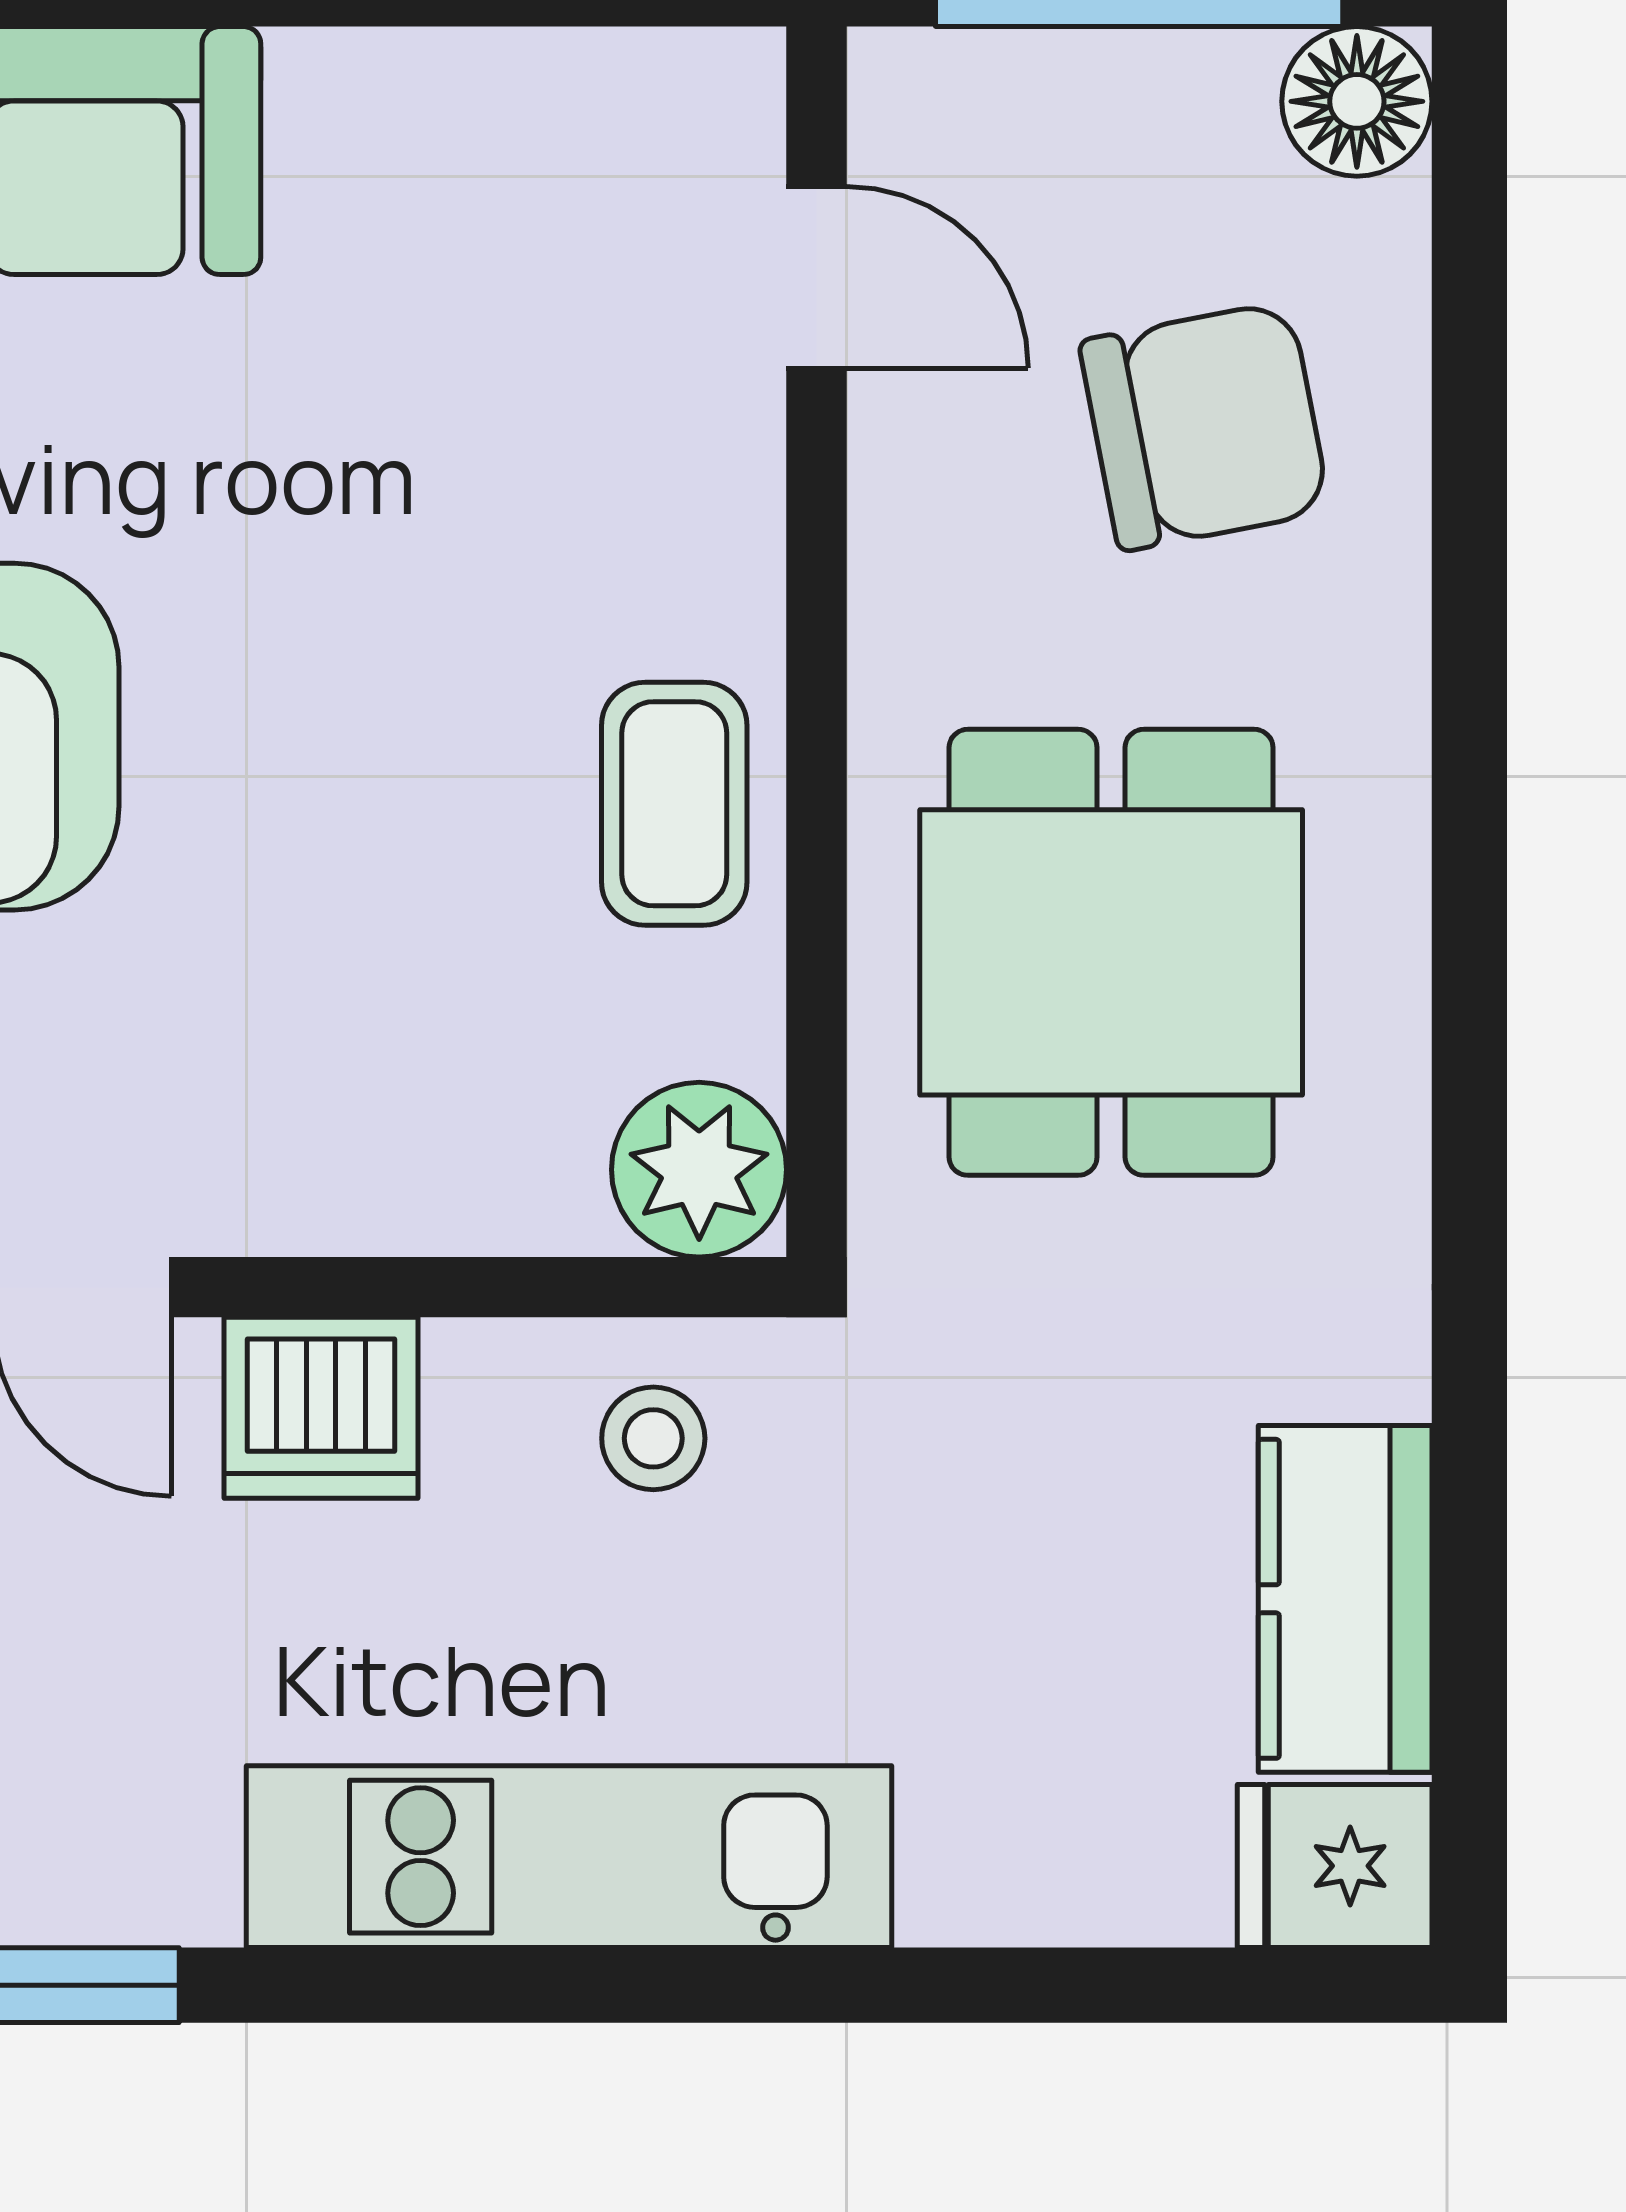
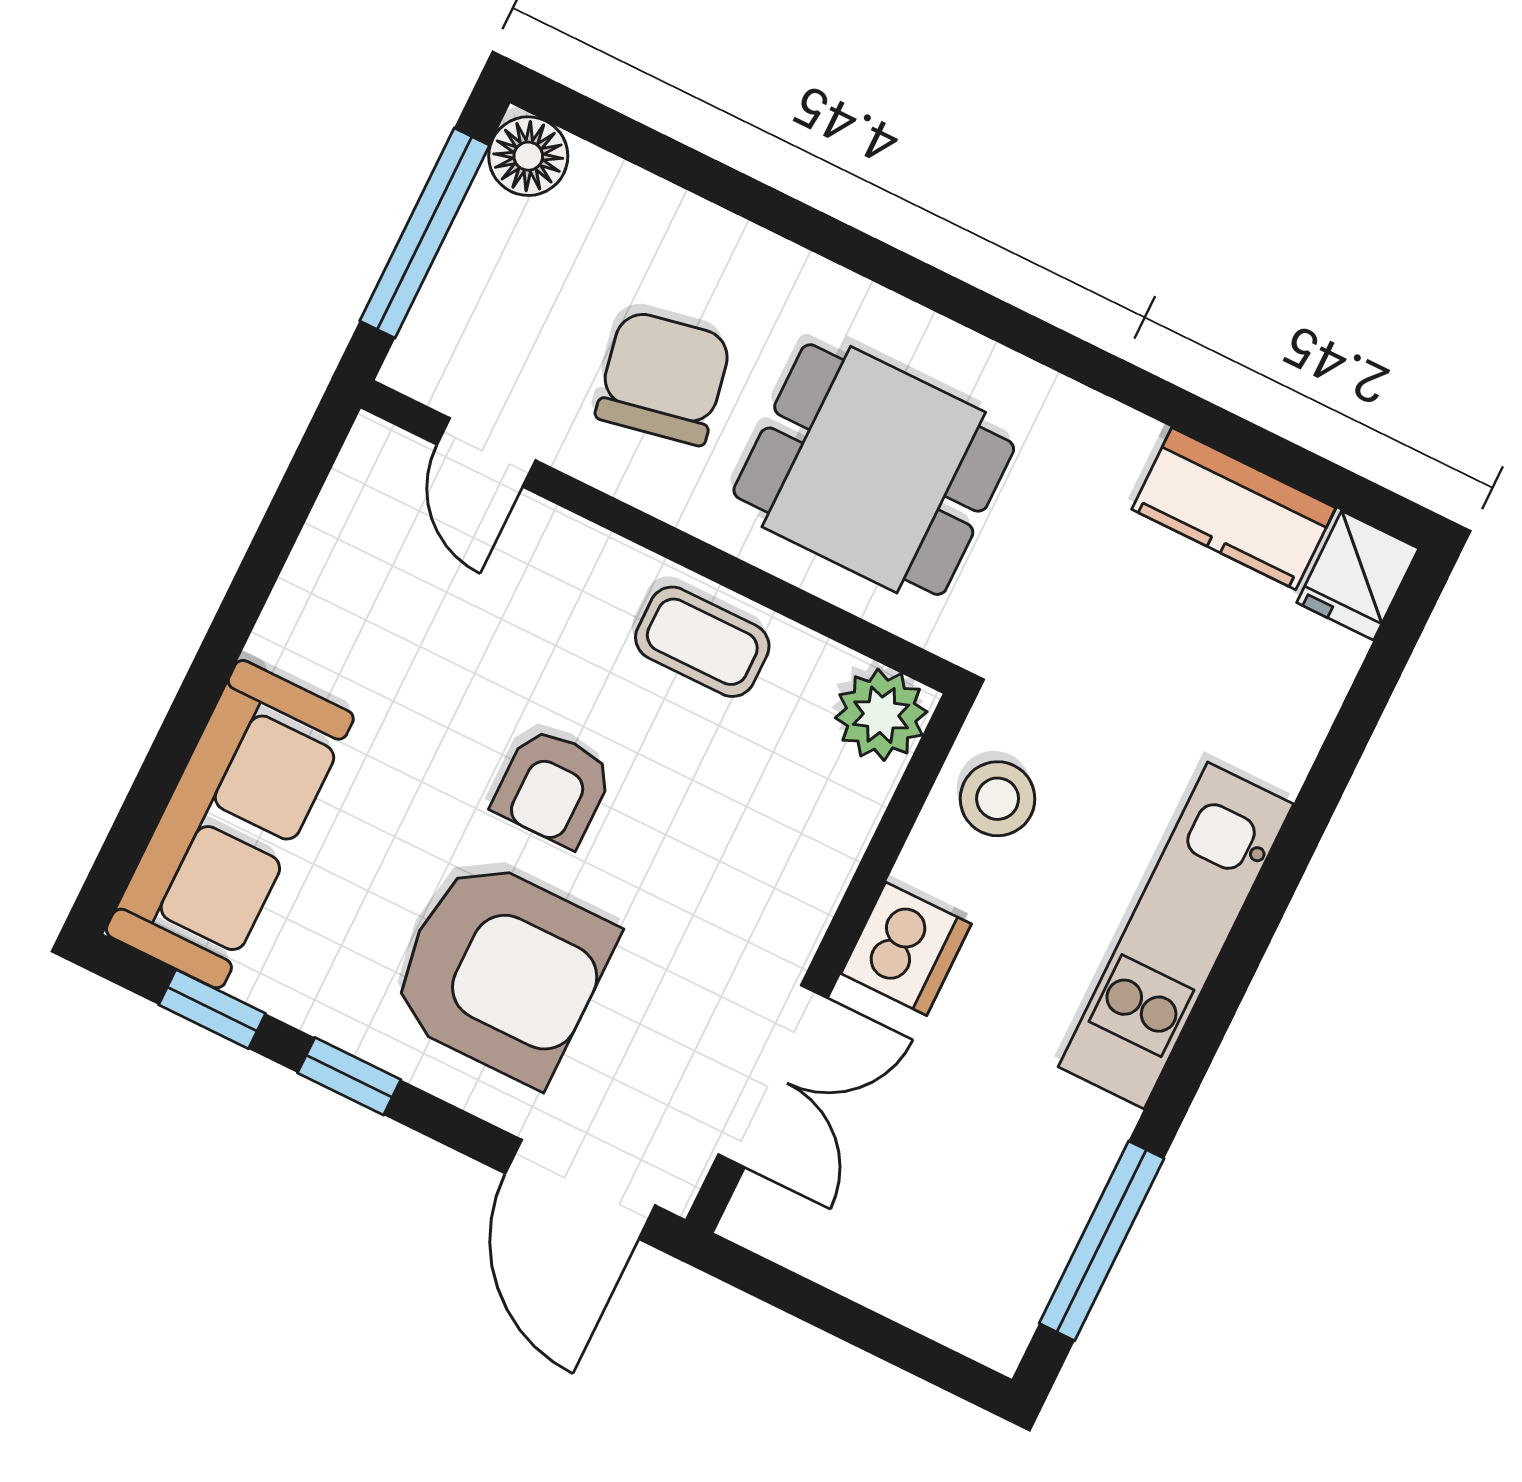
door: (817, 277) -> (486, 452), swing flipped
chair: (1205, 426) -> (663, 378), moved
armchair: (302, 671) -> (553, 787), added
stool: (653, 1438) -> (998, 799), width x1.37, depth x1.37

